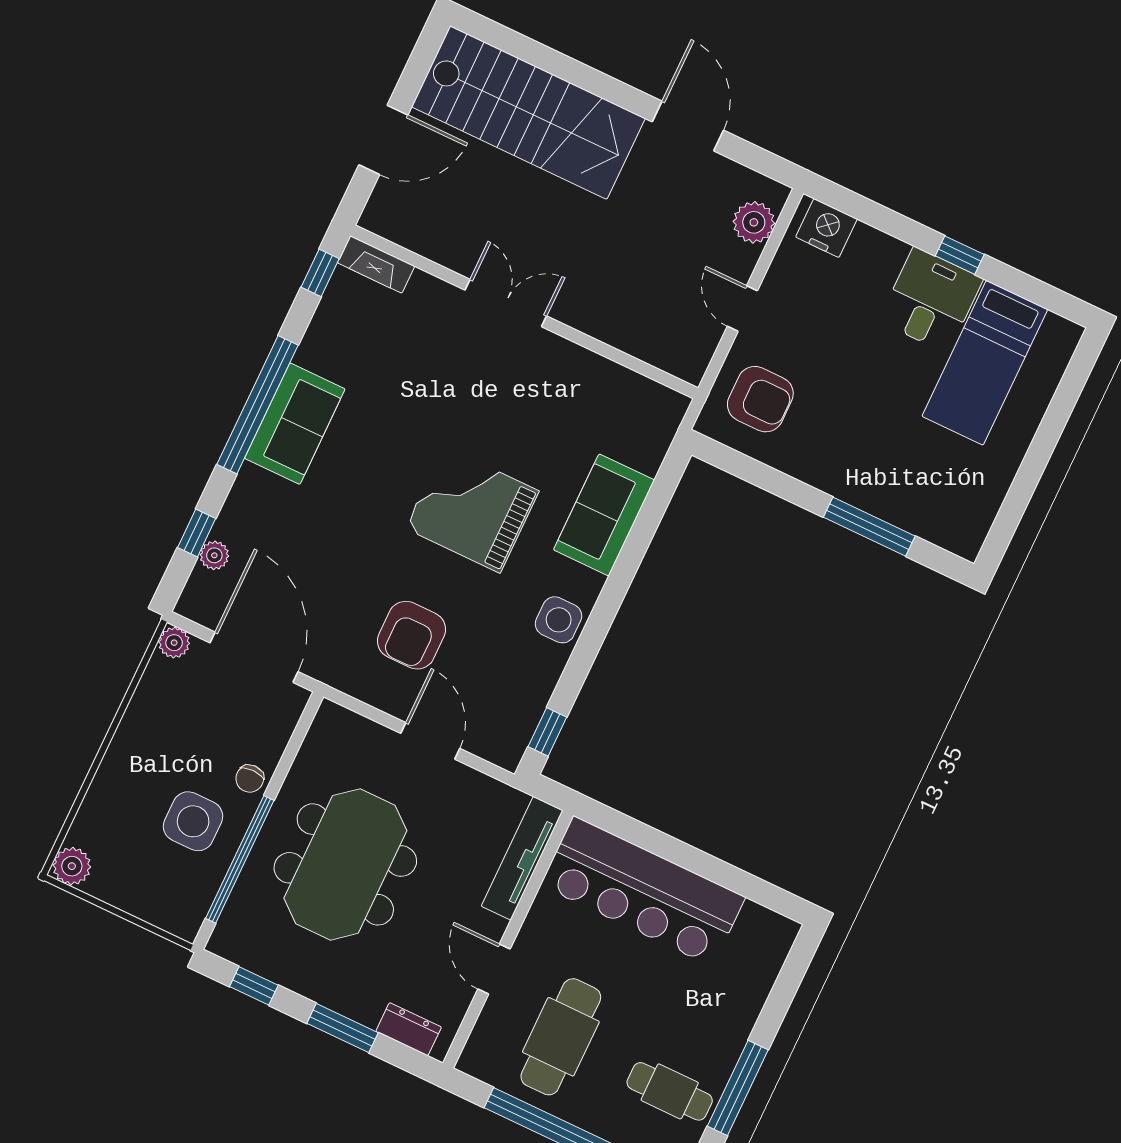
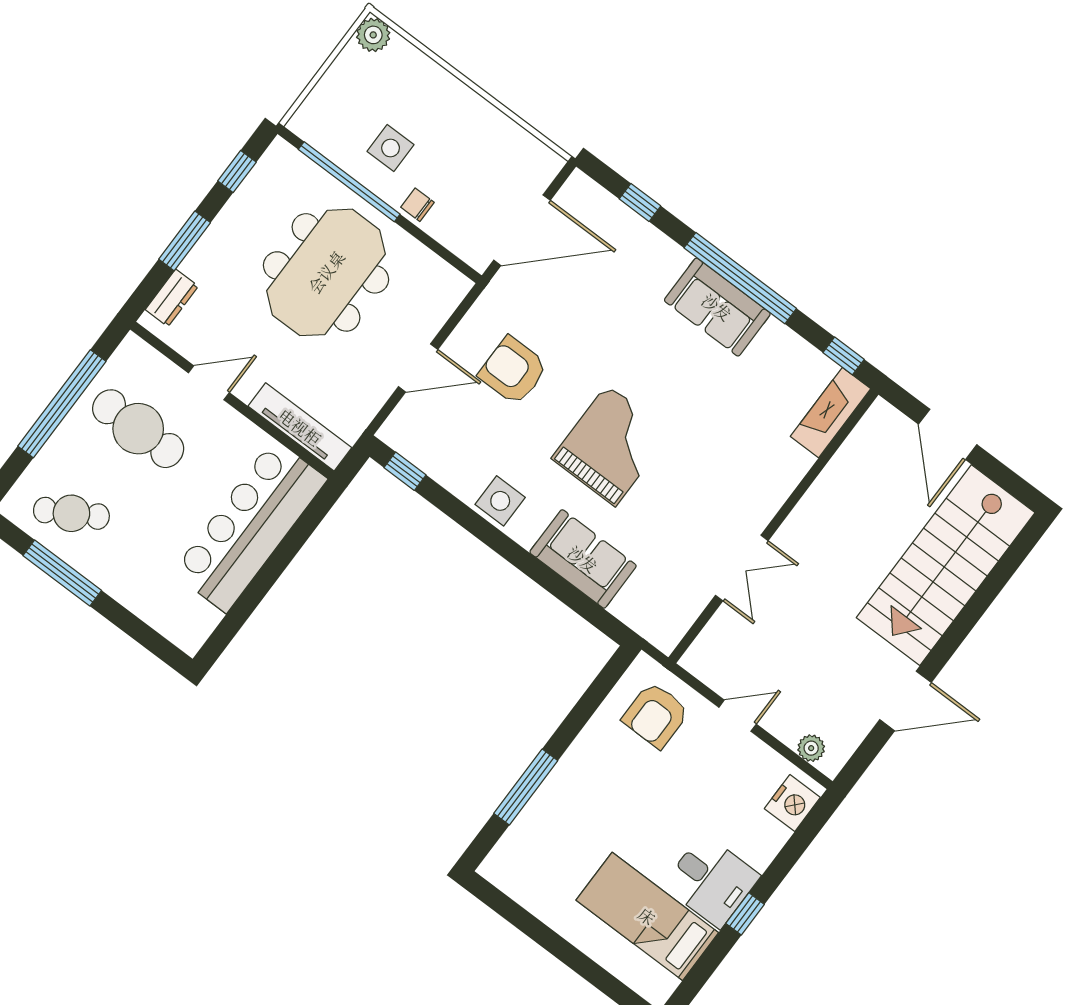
plant: (754, 222) -> (811, 748), width x0.73, depth x0.73
fireplace: (376, 264) -> (830, 413), width x1.37, depth x1.32
double door: (506, 303) -> (742, 568), moved
plant: (214, 555) -> (617, 214), removed
plant: (174, 643) -> (549, 163), removed
side table: (193, 821) -> (391, 148), width x0.73, depth x0.73
meeting table: (345, 864) -> (326, 272), turned 90
cafe table: (670, 1091) -> (71, 513), turned 60

